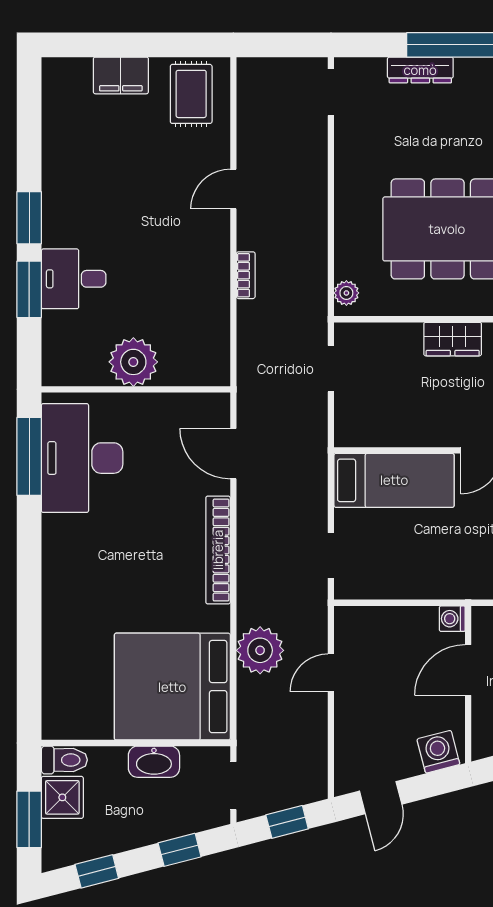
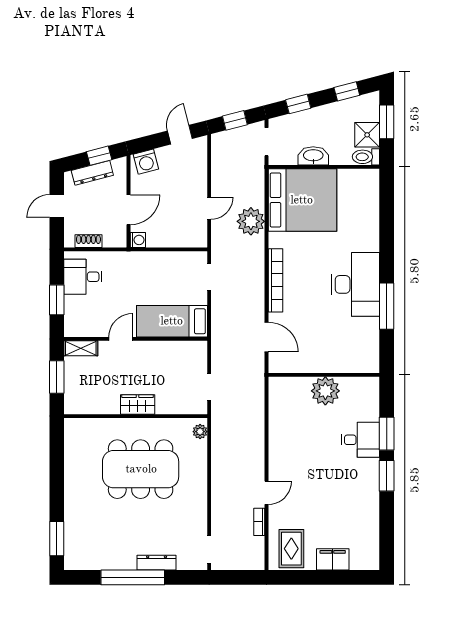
bookcase: (246, 275) -> (259, 522), moved
window: (29, 456) -> (387, 306), moved
desk: (82, 458) -> (356, 284), moved

